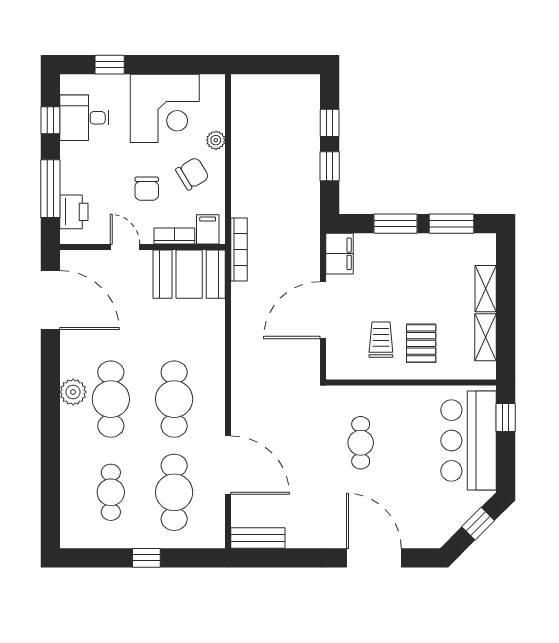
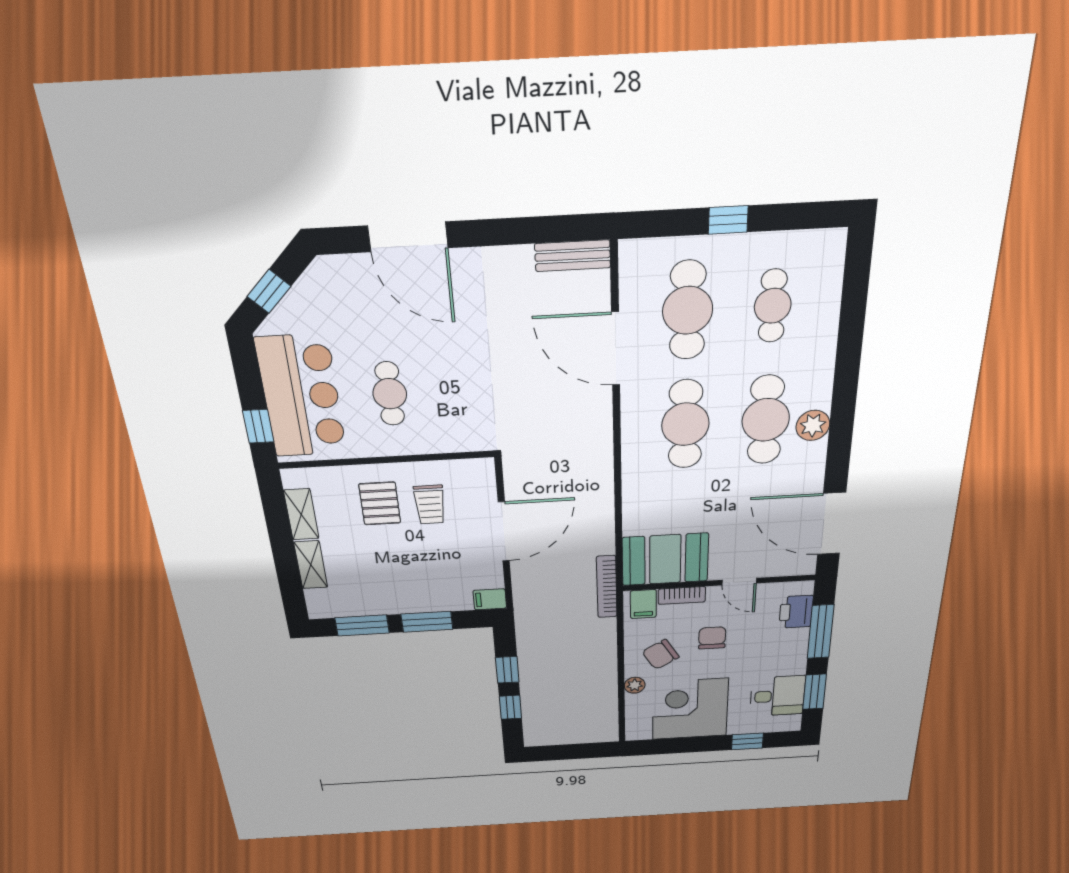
window: (50, 120) -> (815, 692), width x1.50
filing cabinet: (340, 254) -> (490, 599), width x0.50
cafe table: (361, 443) -> (390, 394), moved

